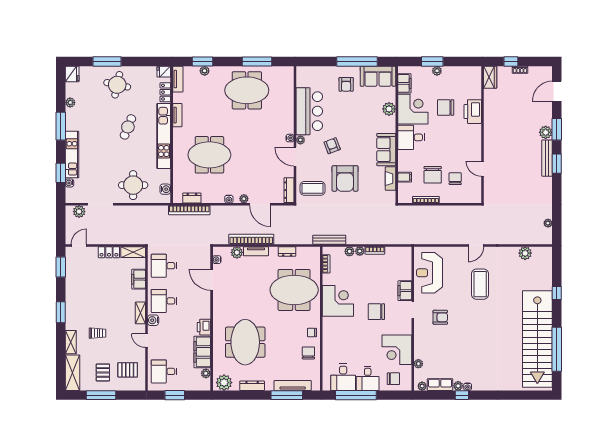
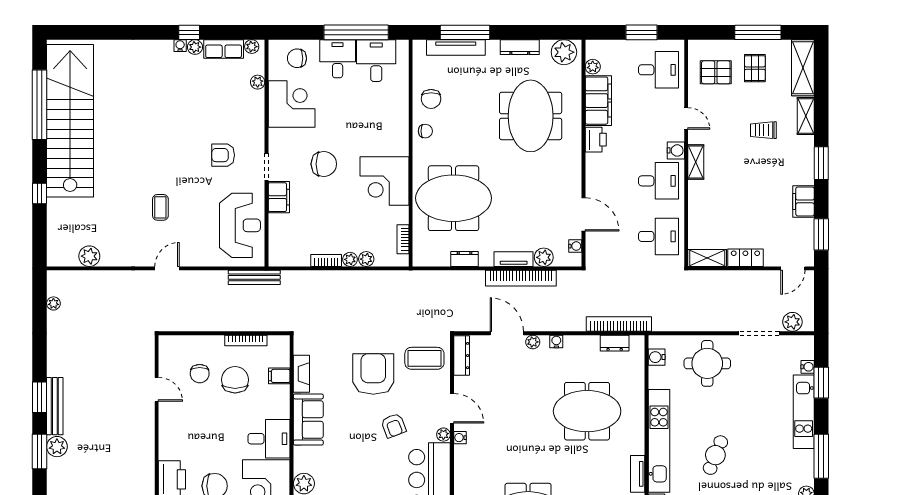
bench: (329, 240) -> (254, 277), moved
filing cabinet: (139, 279) -> (803, 201), moved, turned 180
coffee table: (480, 284) -> (160, 207), width x0.54, depth x0.58

